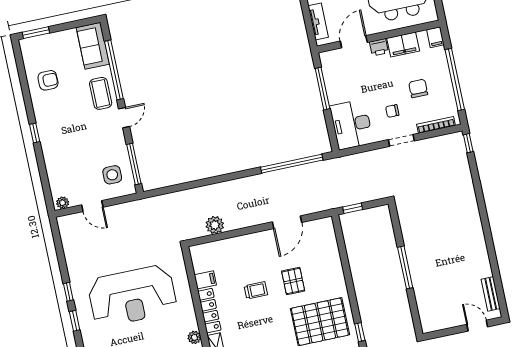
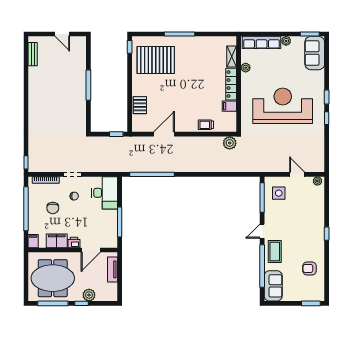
plant: (215, 225) -> (230, 143), moved
pallet: (293, 281) -> (140, 105), moved
trolley: (256, 290) -> (206, 125), moved
door: (477, 326) -> (62, 34), moved

